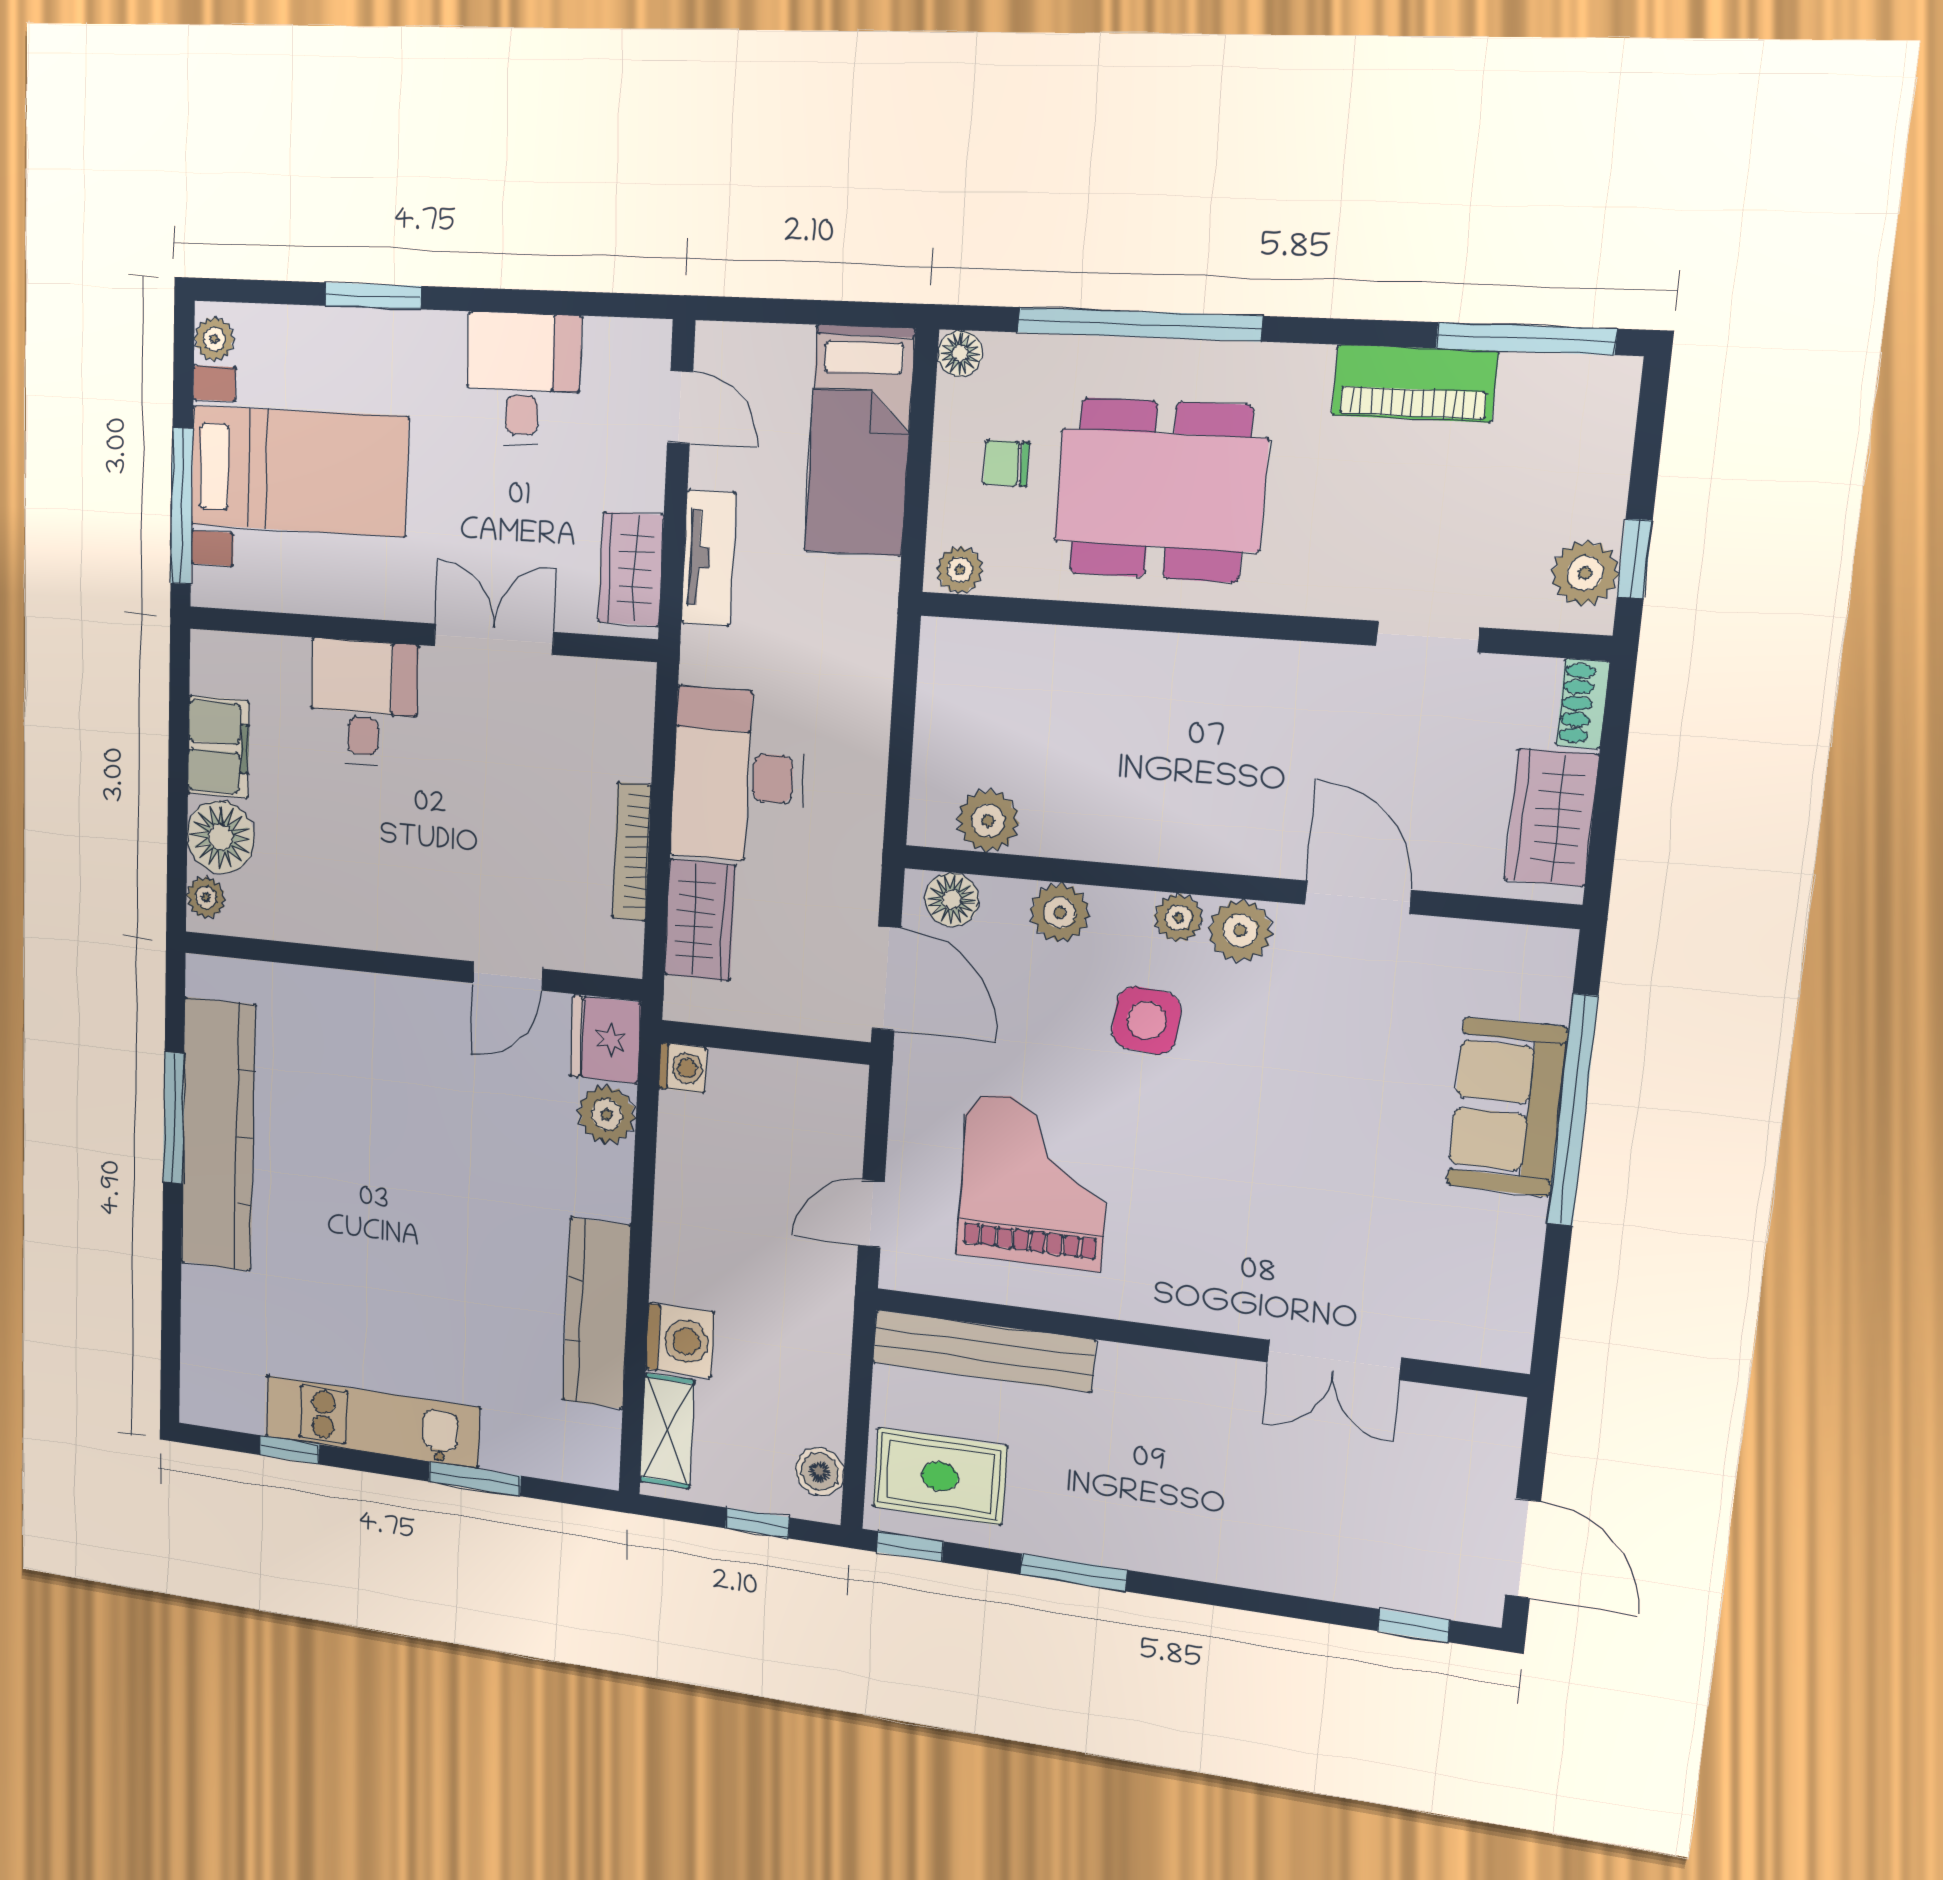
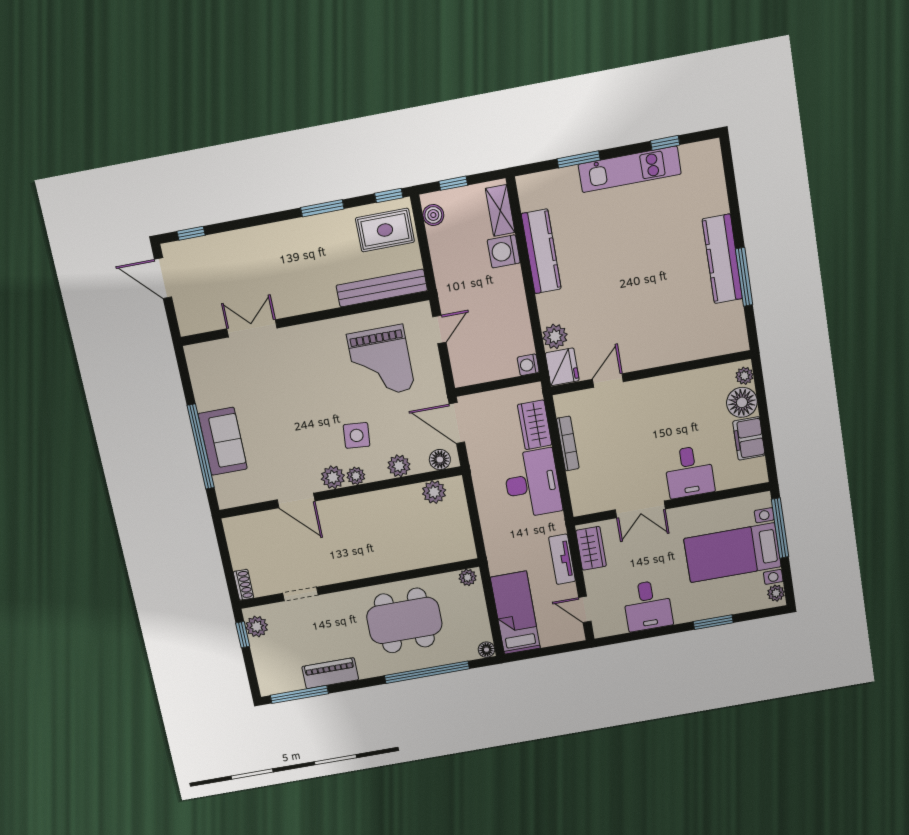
chair: (1006, 463) -> (460, 617), removed
wardrobe: (1552, 817) -> (241, 545), removed
kitchen counter: (218, 1135) -> (722, 259), width x0.72, depth x0.86

